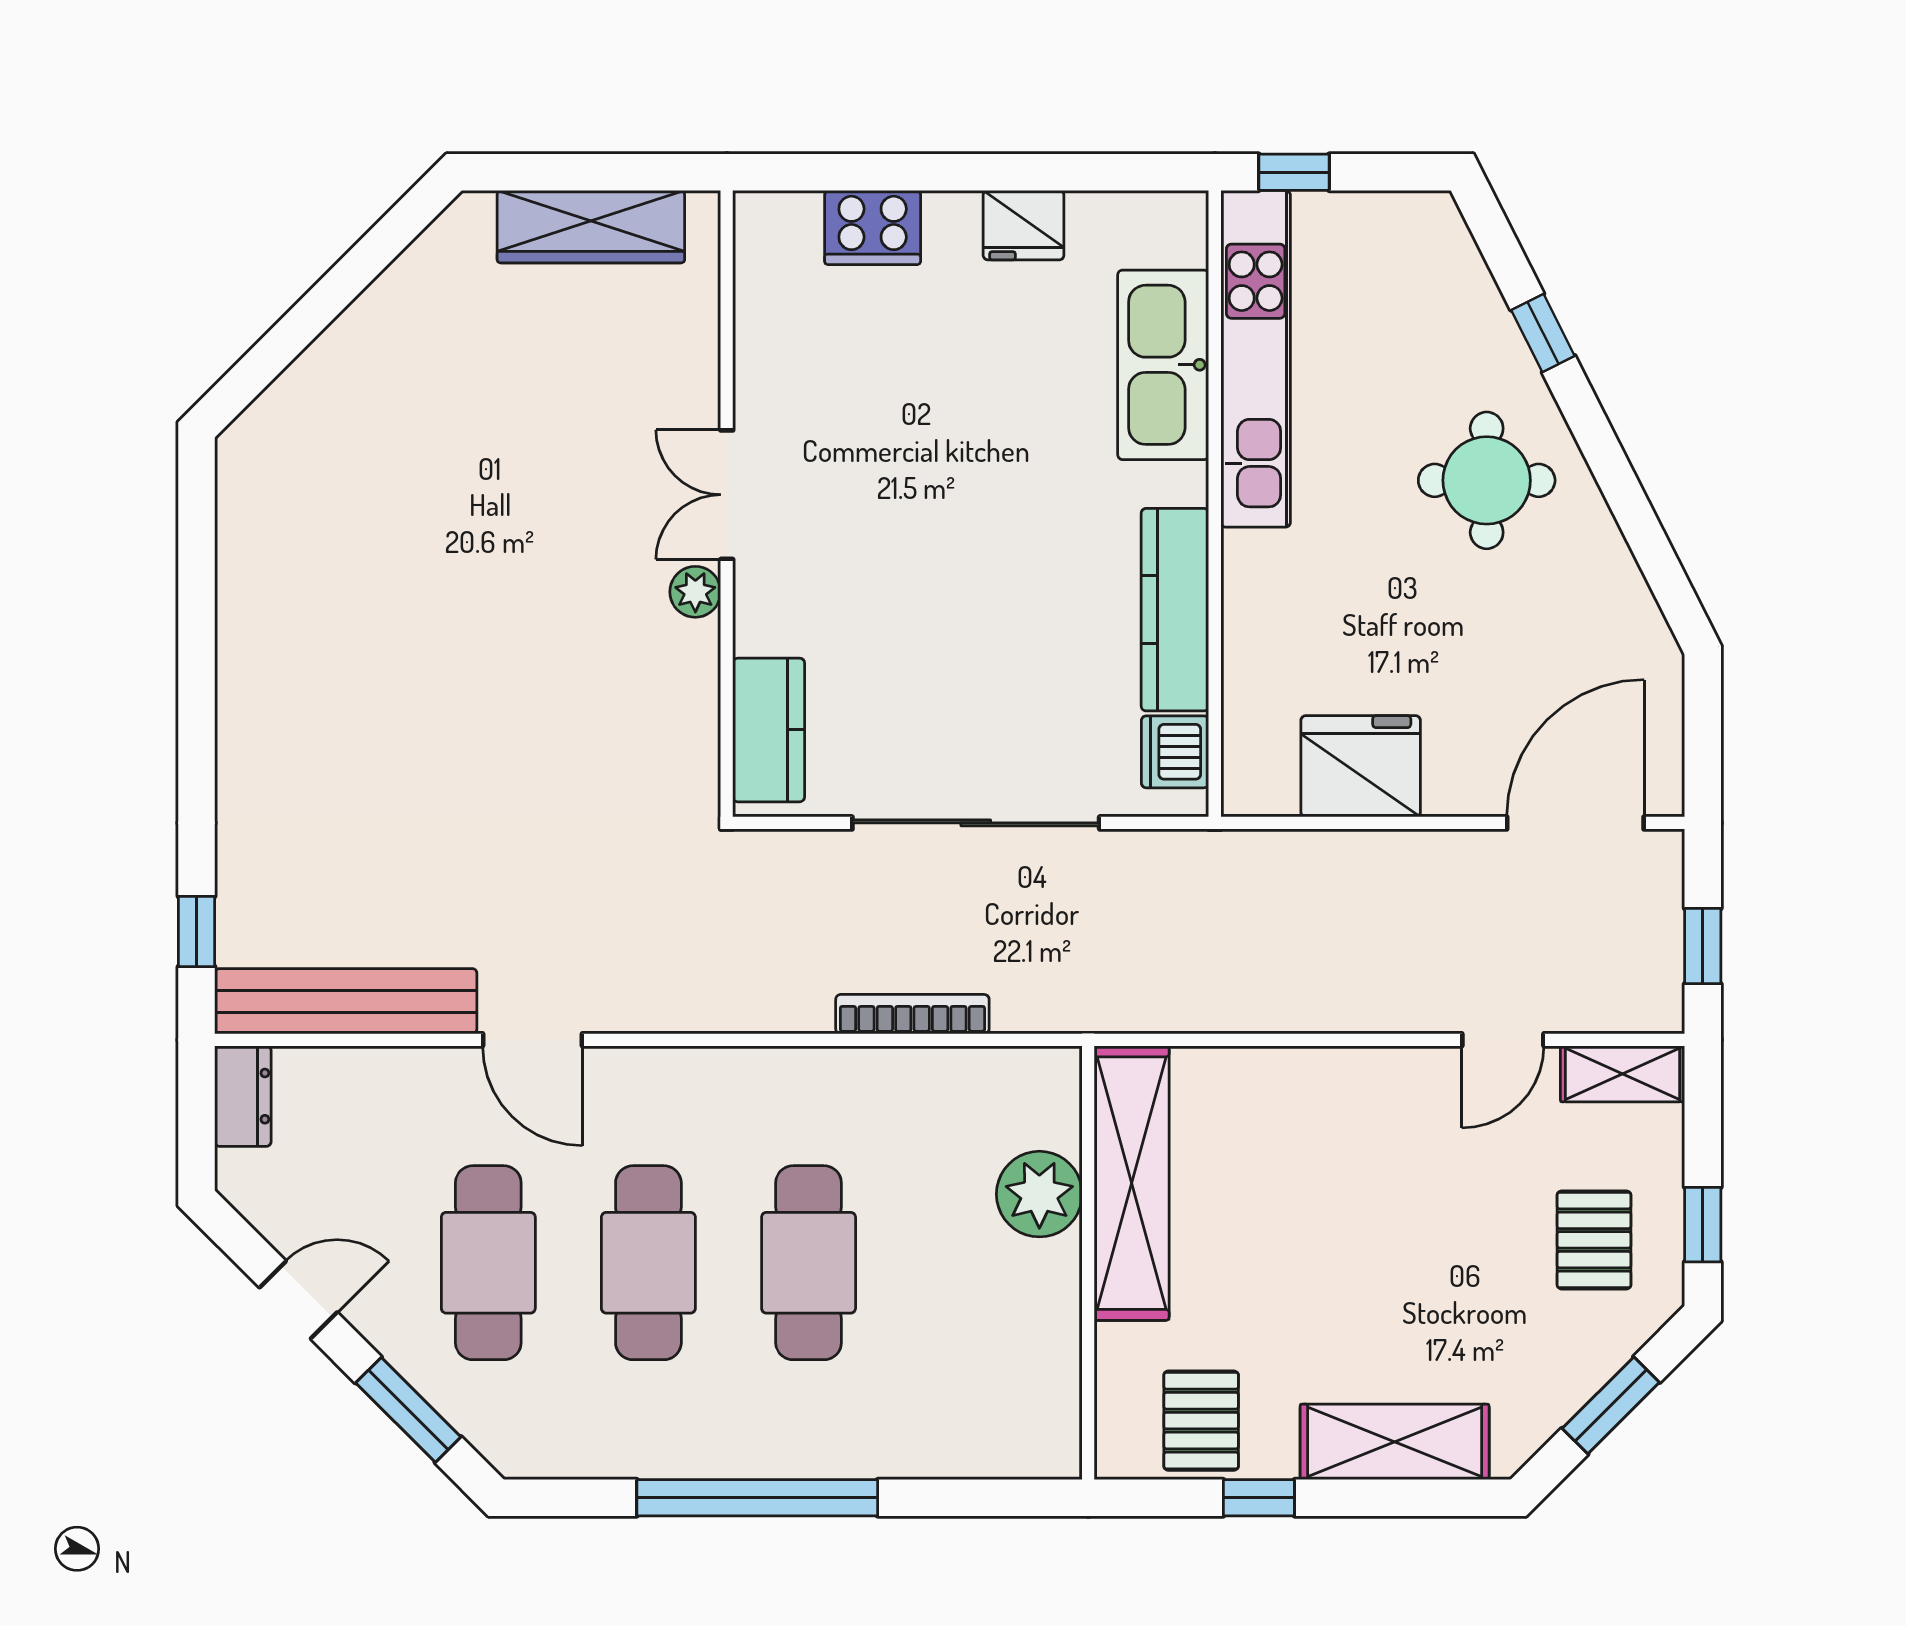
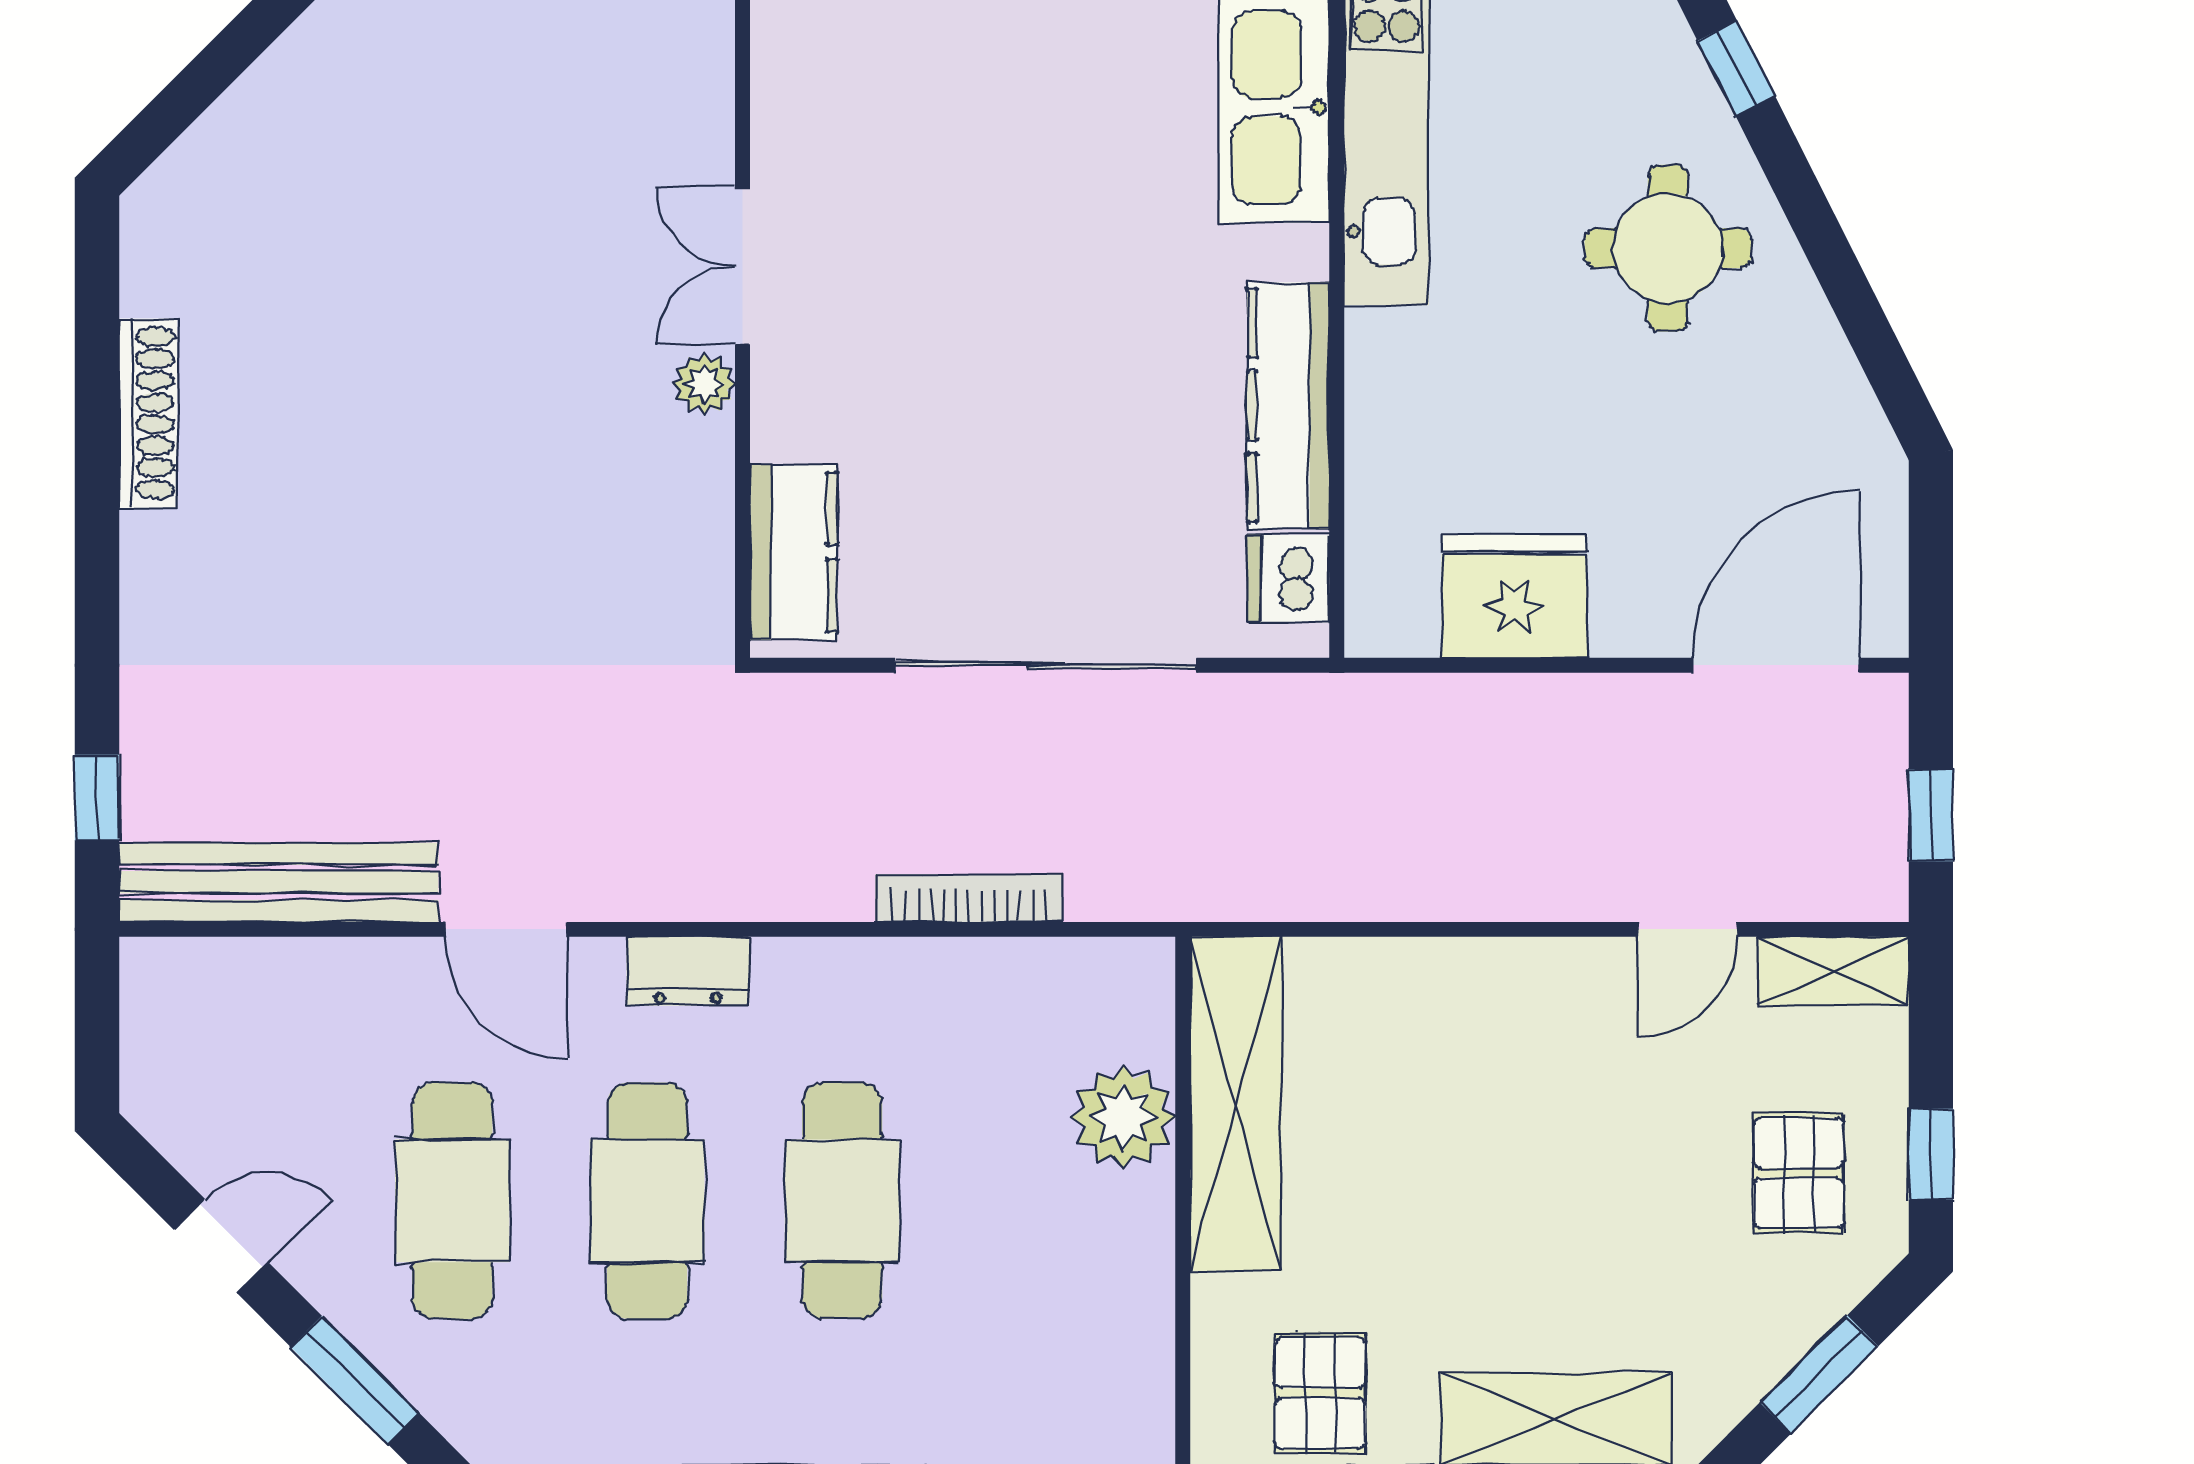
shoe rack: (239, 616) -> (148, 413), added
dresser: (243, 1096) -> (688, 971), moved, turned 90

